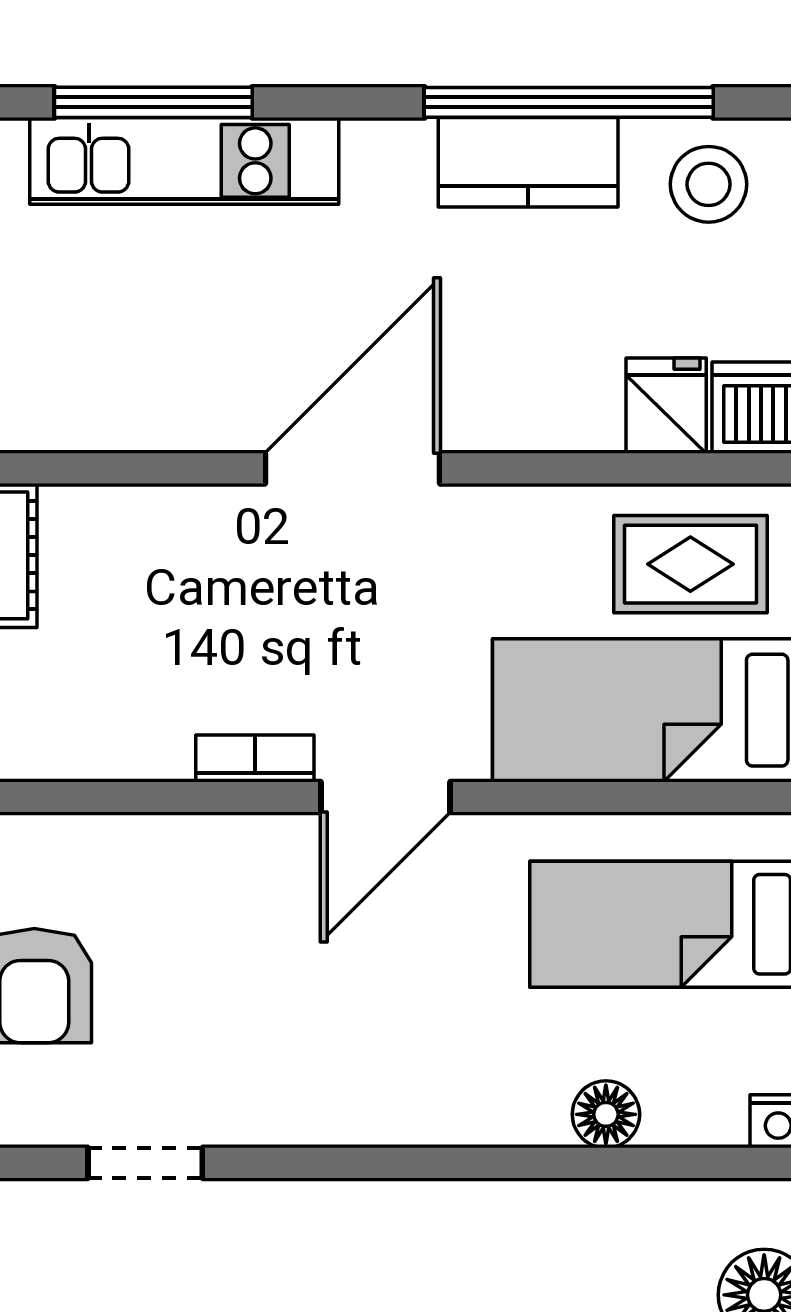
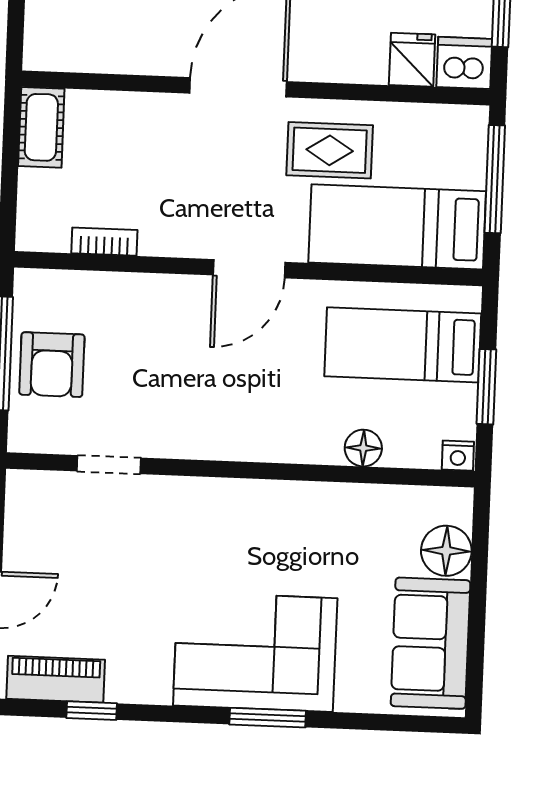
rug: (690, 564) -> (330, 150), moved
bookcase: (255, 758) -> (104, 242), moved

